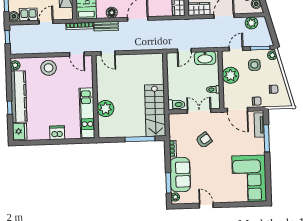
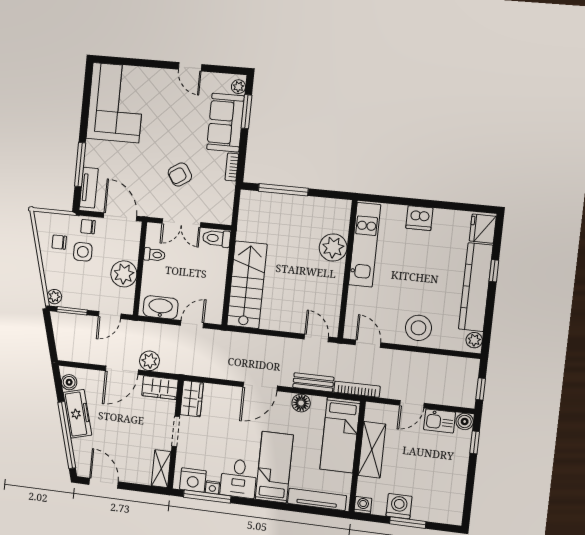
plant: (251, 23) -> (149, 361), moved
side table: (254, 65) -> (83, 252), moved
stairs: (155, 110) -> (247, 285), moved

